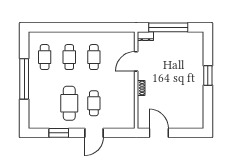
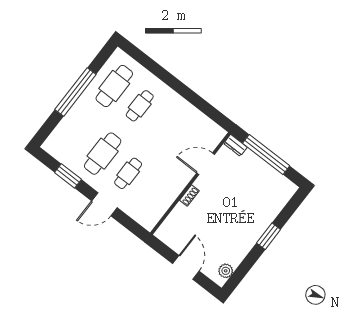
cafe table: (45, 57) -> (114, 86), width x1.37, depth x1.35
cafe table: (94, 57) -> (165, 126), removed
plant: (198, 116) -> (226, 271), added
door: (159, 133) -> (186, 267), moved

